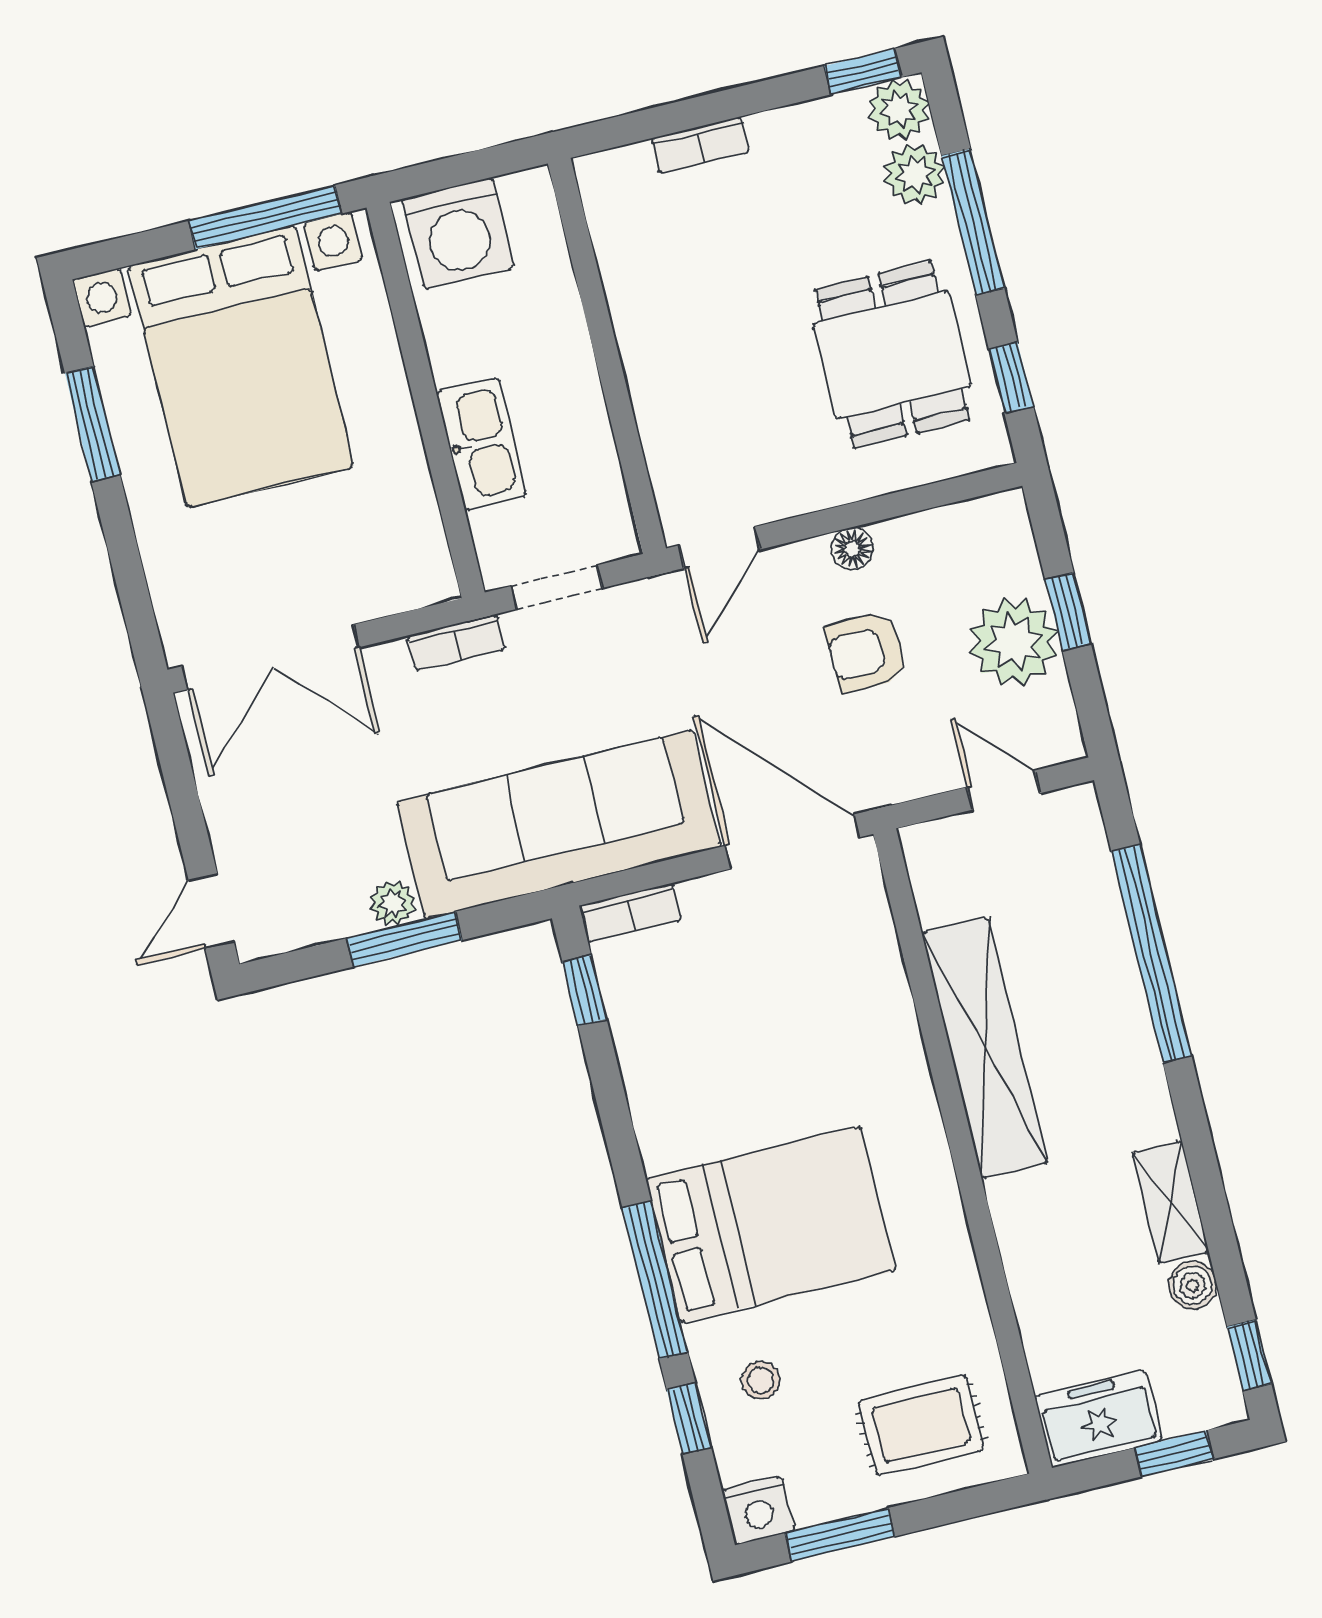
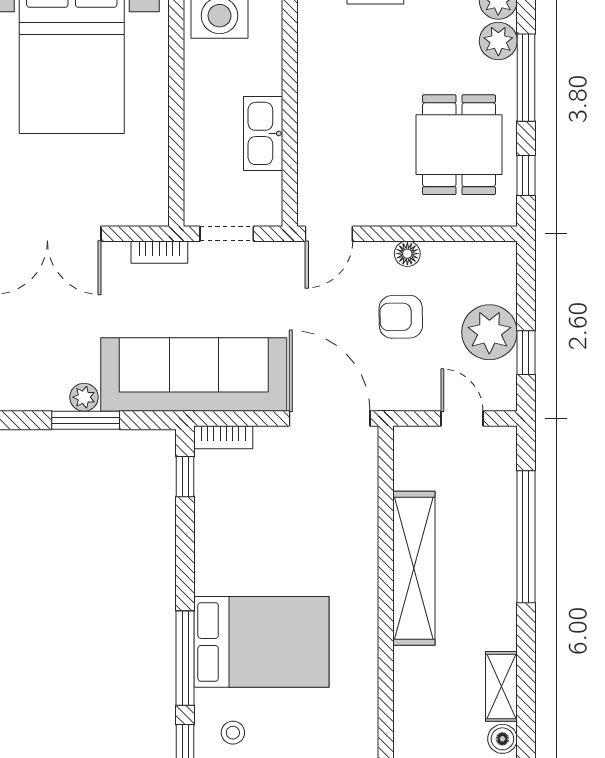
kitchen sink: (481, 444) -> (263, 133), moved, turned 180
window: (1068, 611) -> (526, 353), moved

